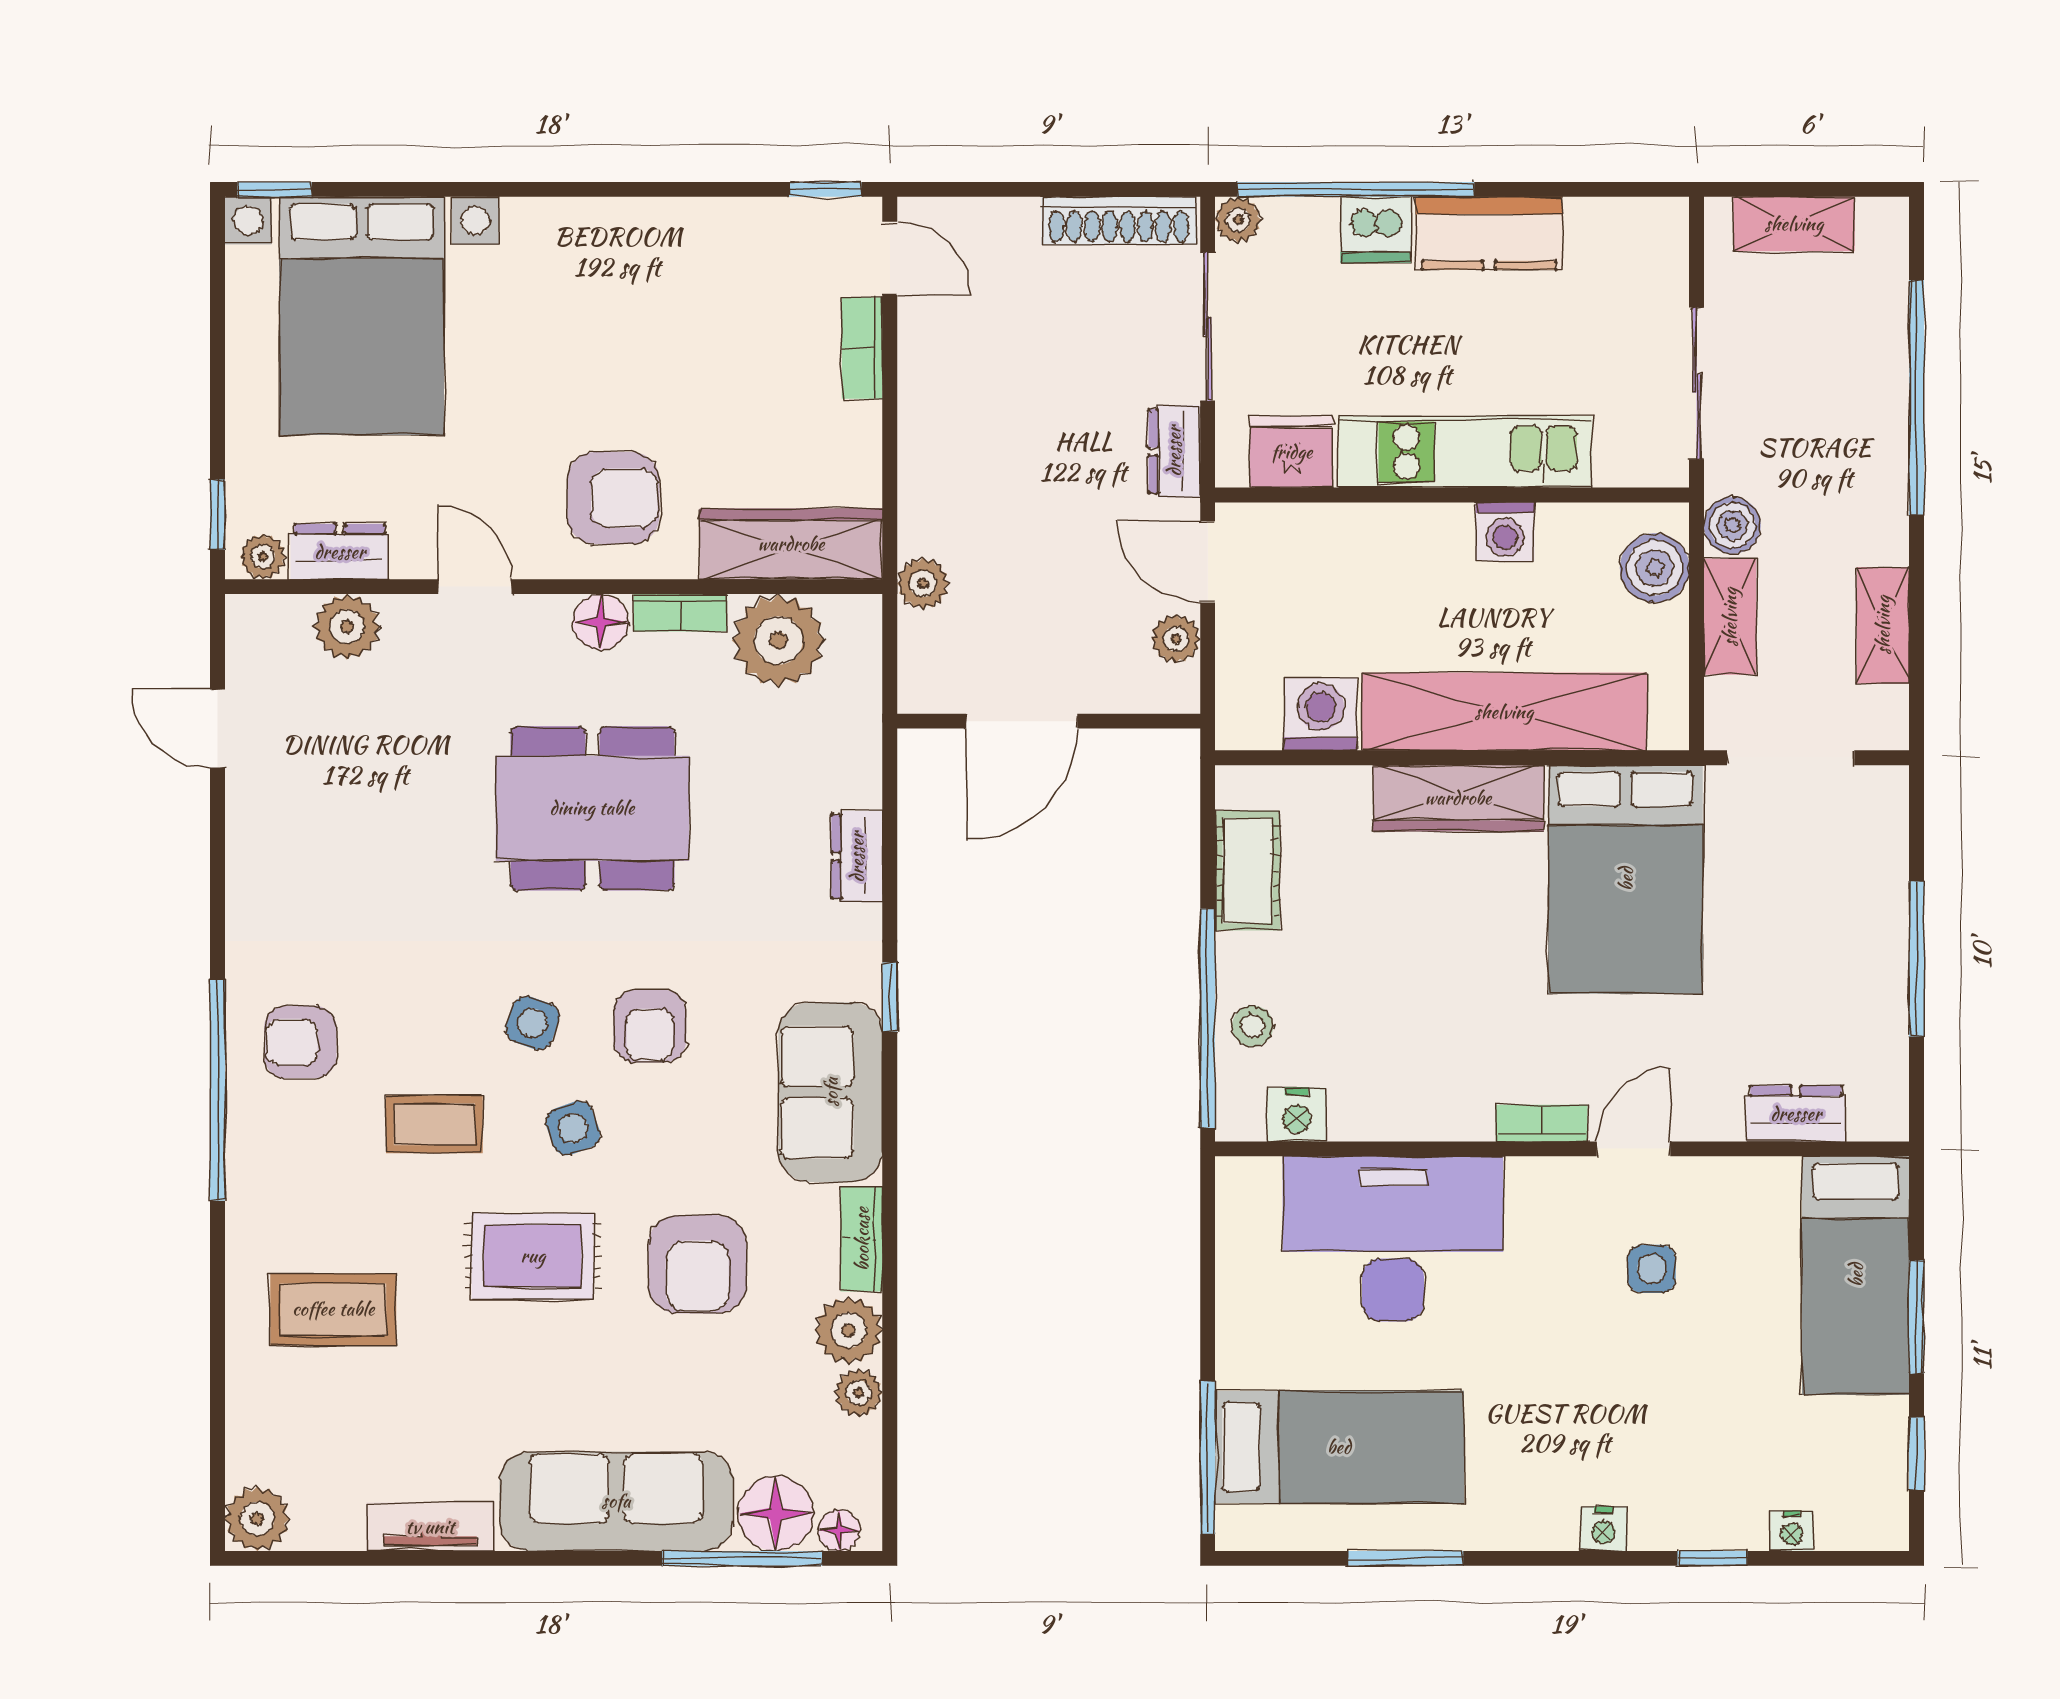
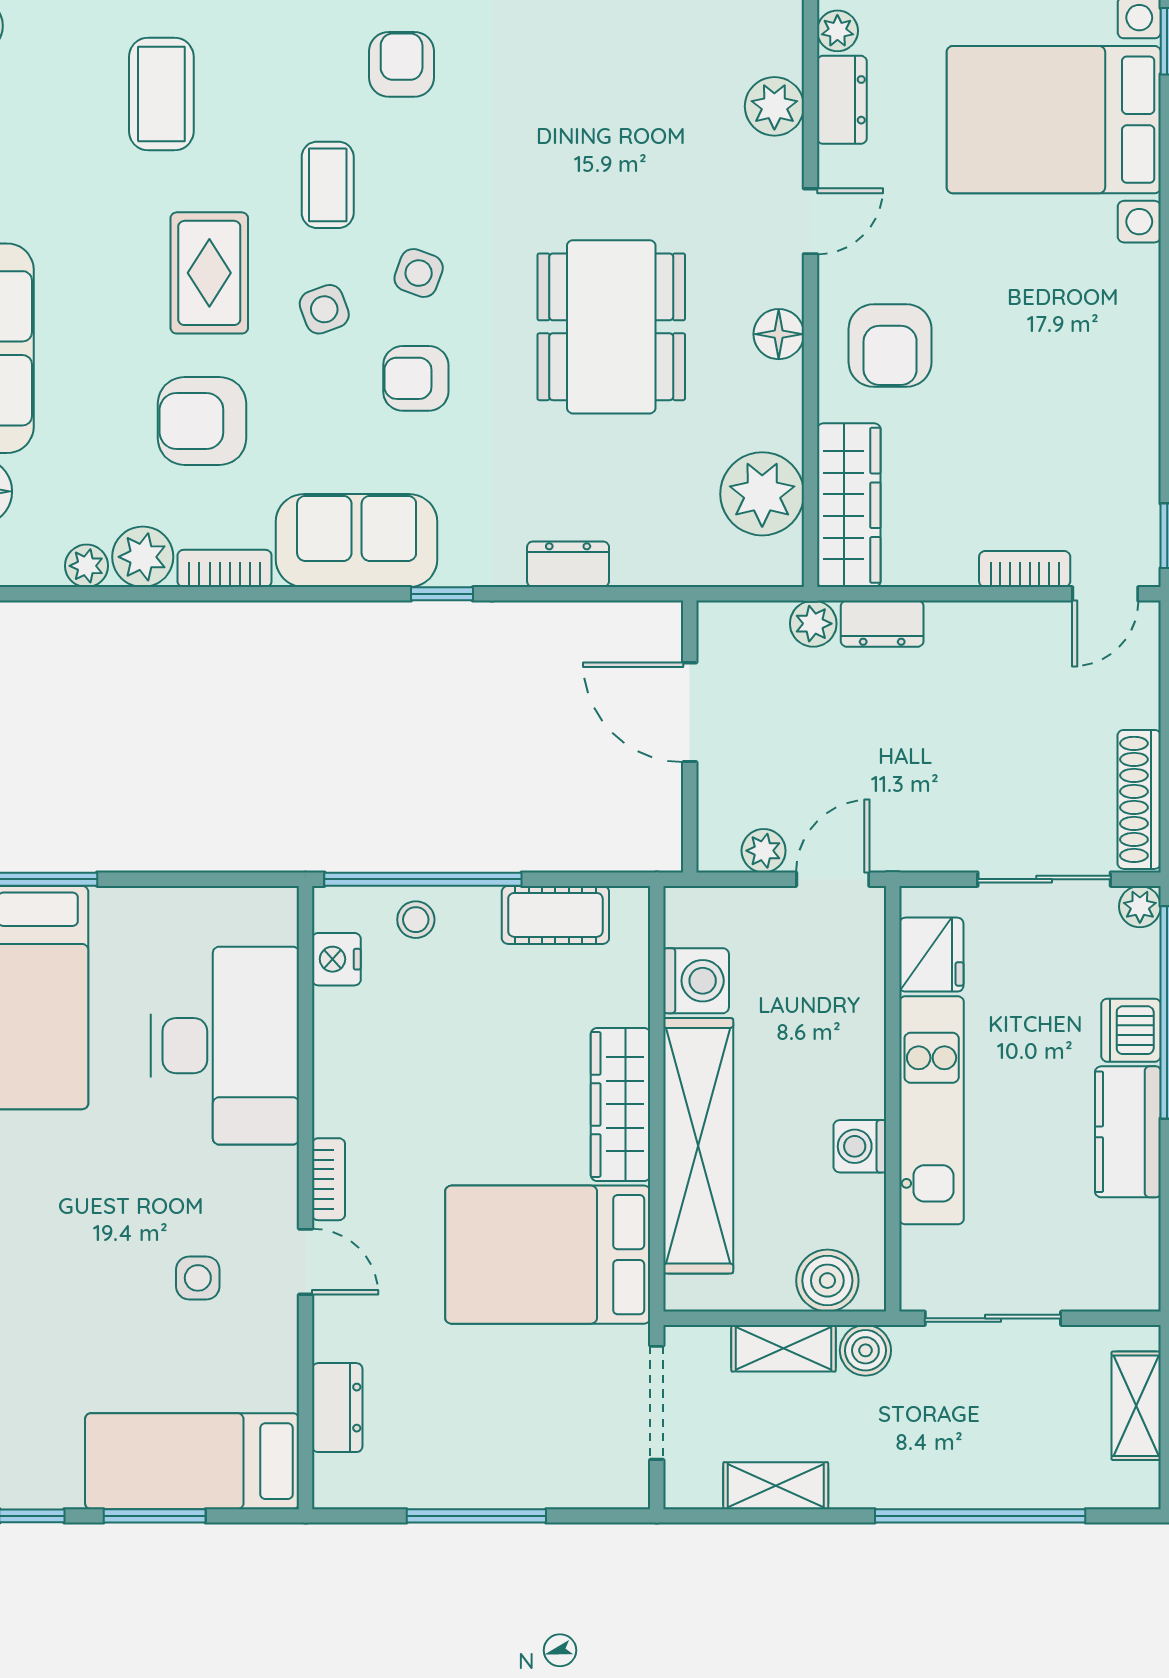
dresser: (1174, 451) -> (882, 624), moved, turned 180
bookcase: (680, 613) -> (787, 406), removed

